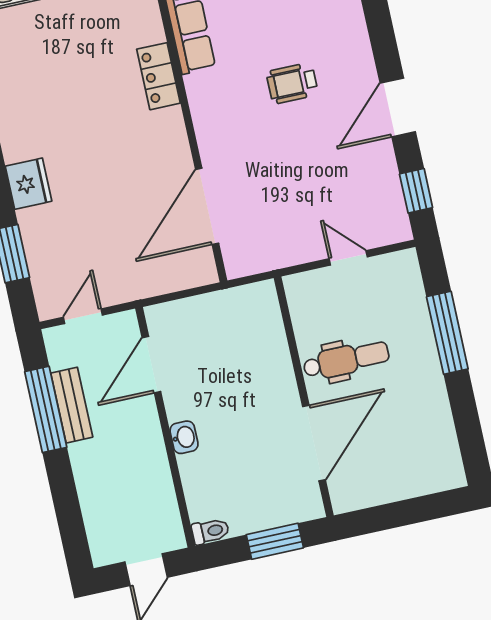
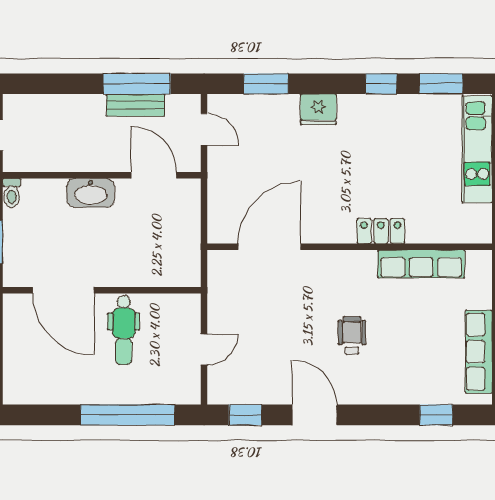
door: (207, 206) -> (269, 247), hinge flipped
window: (447, 333) -> (128, 415), width x1.46
washbasin: (184, 437) -> (91, 193), width x1.91, depth x1.45

